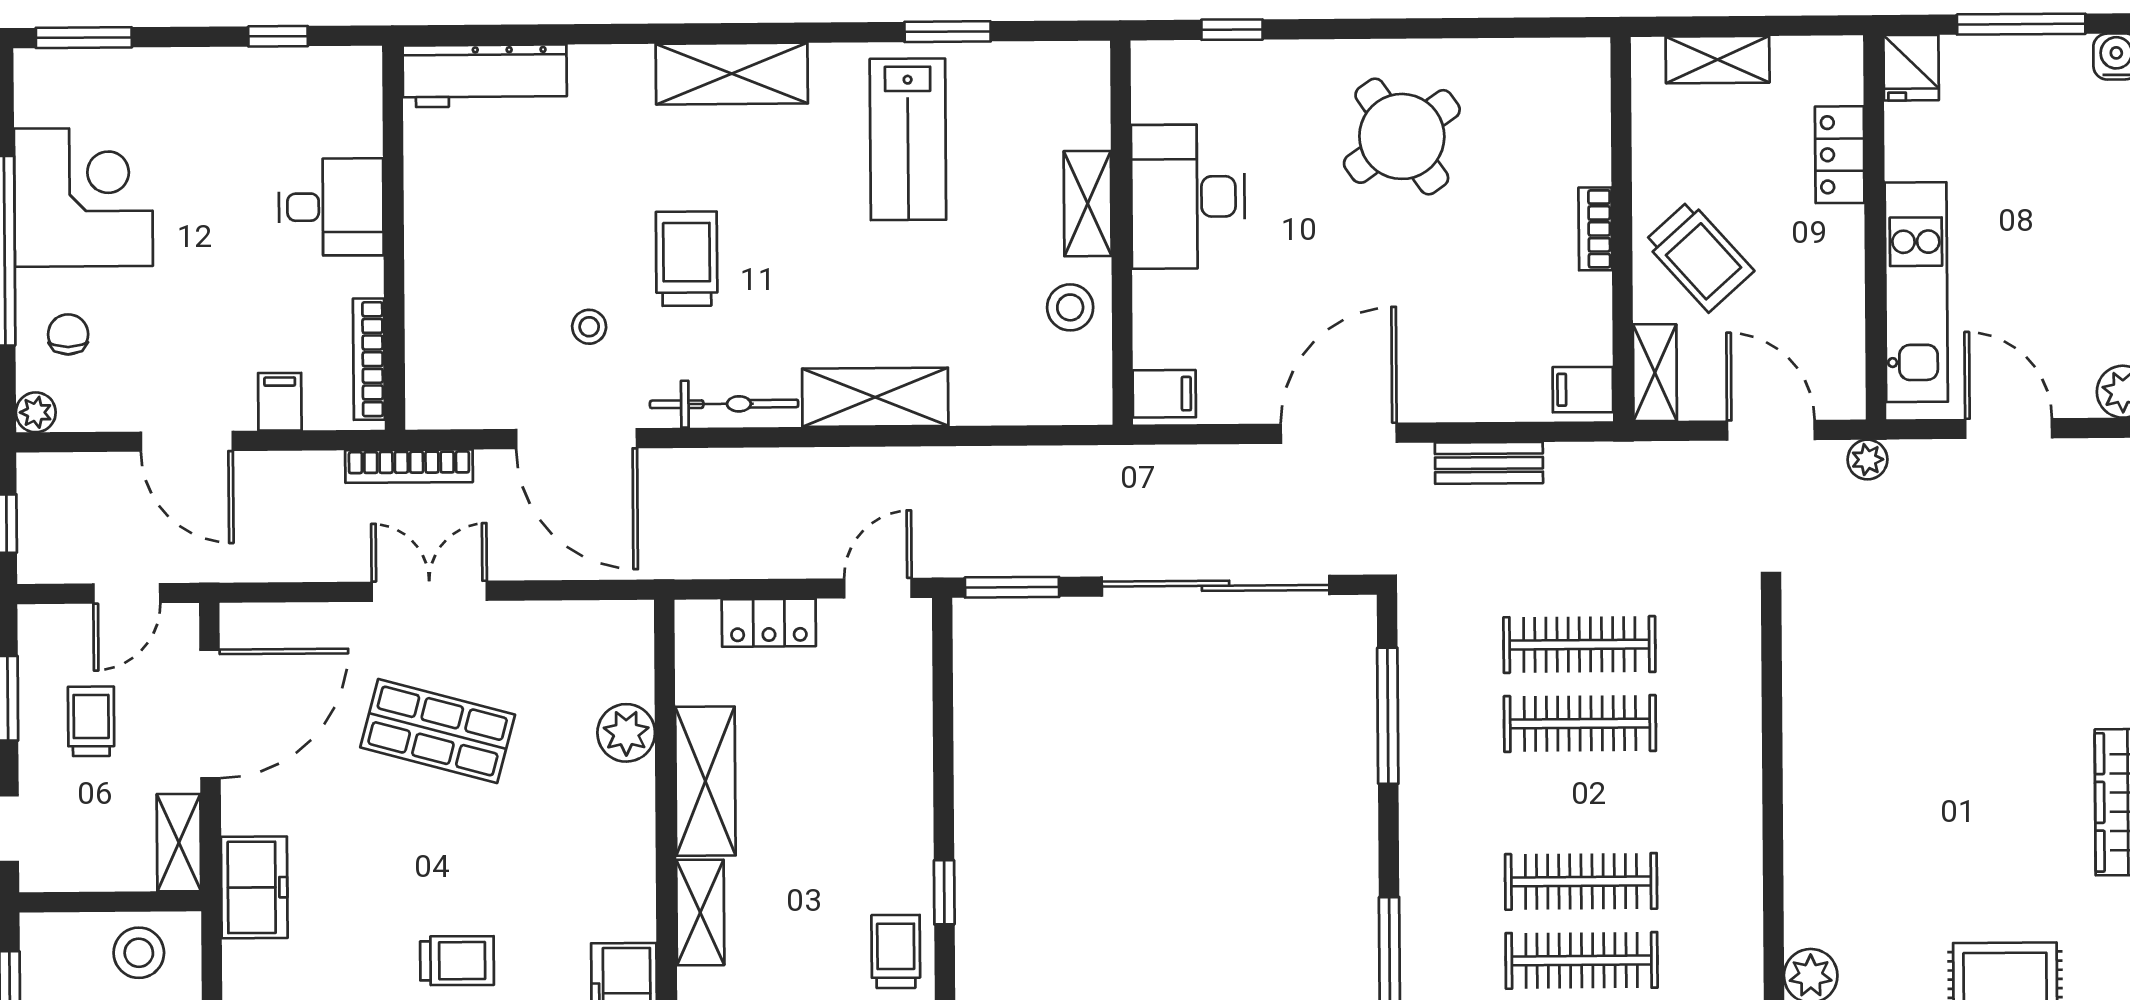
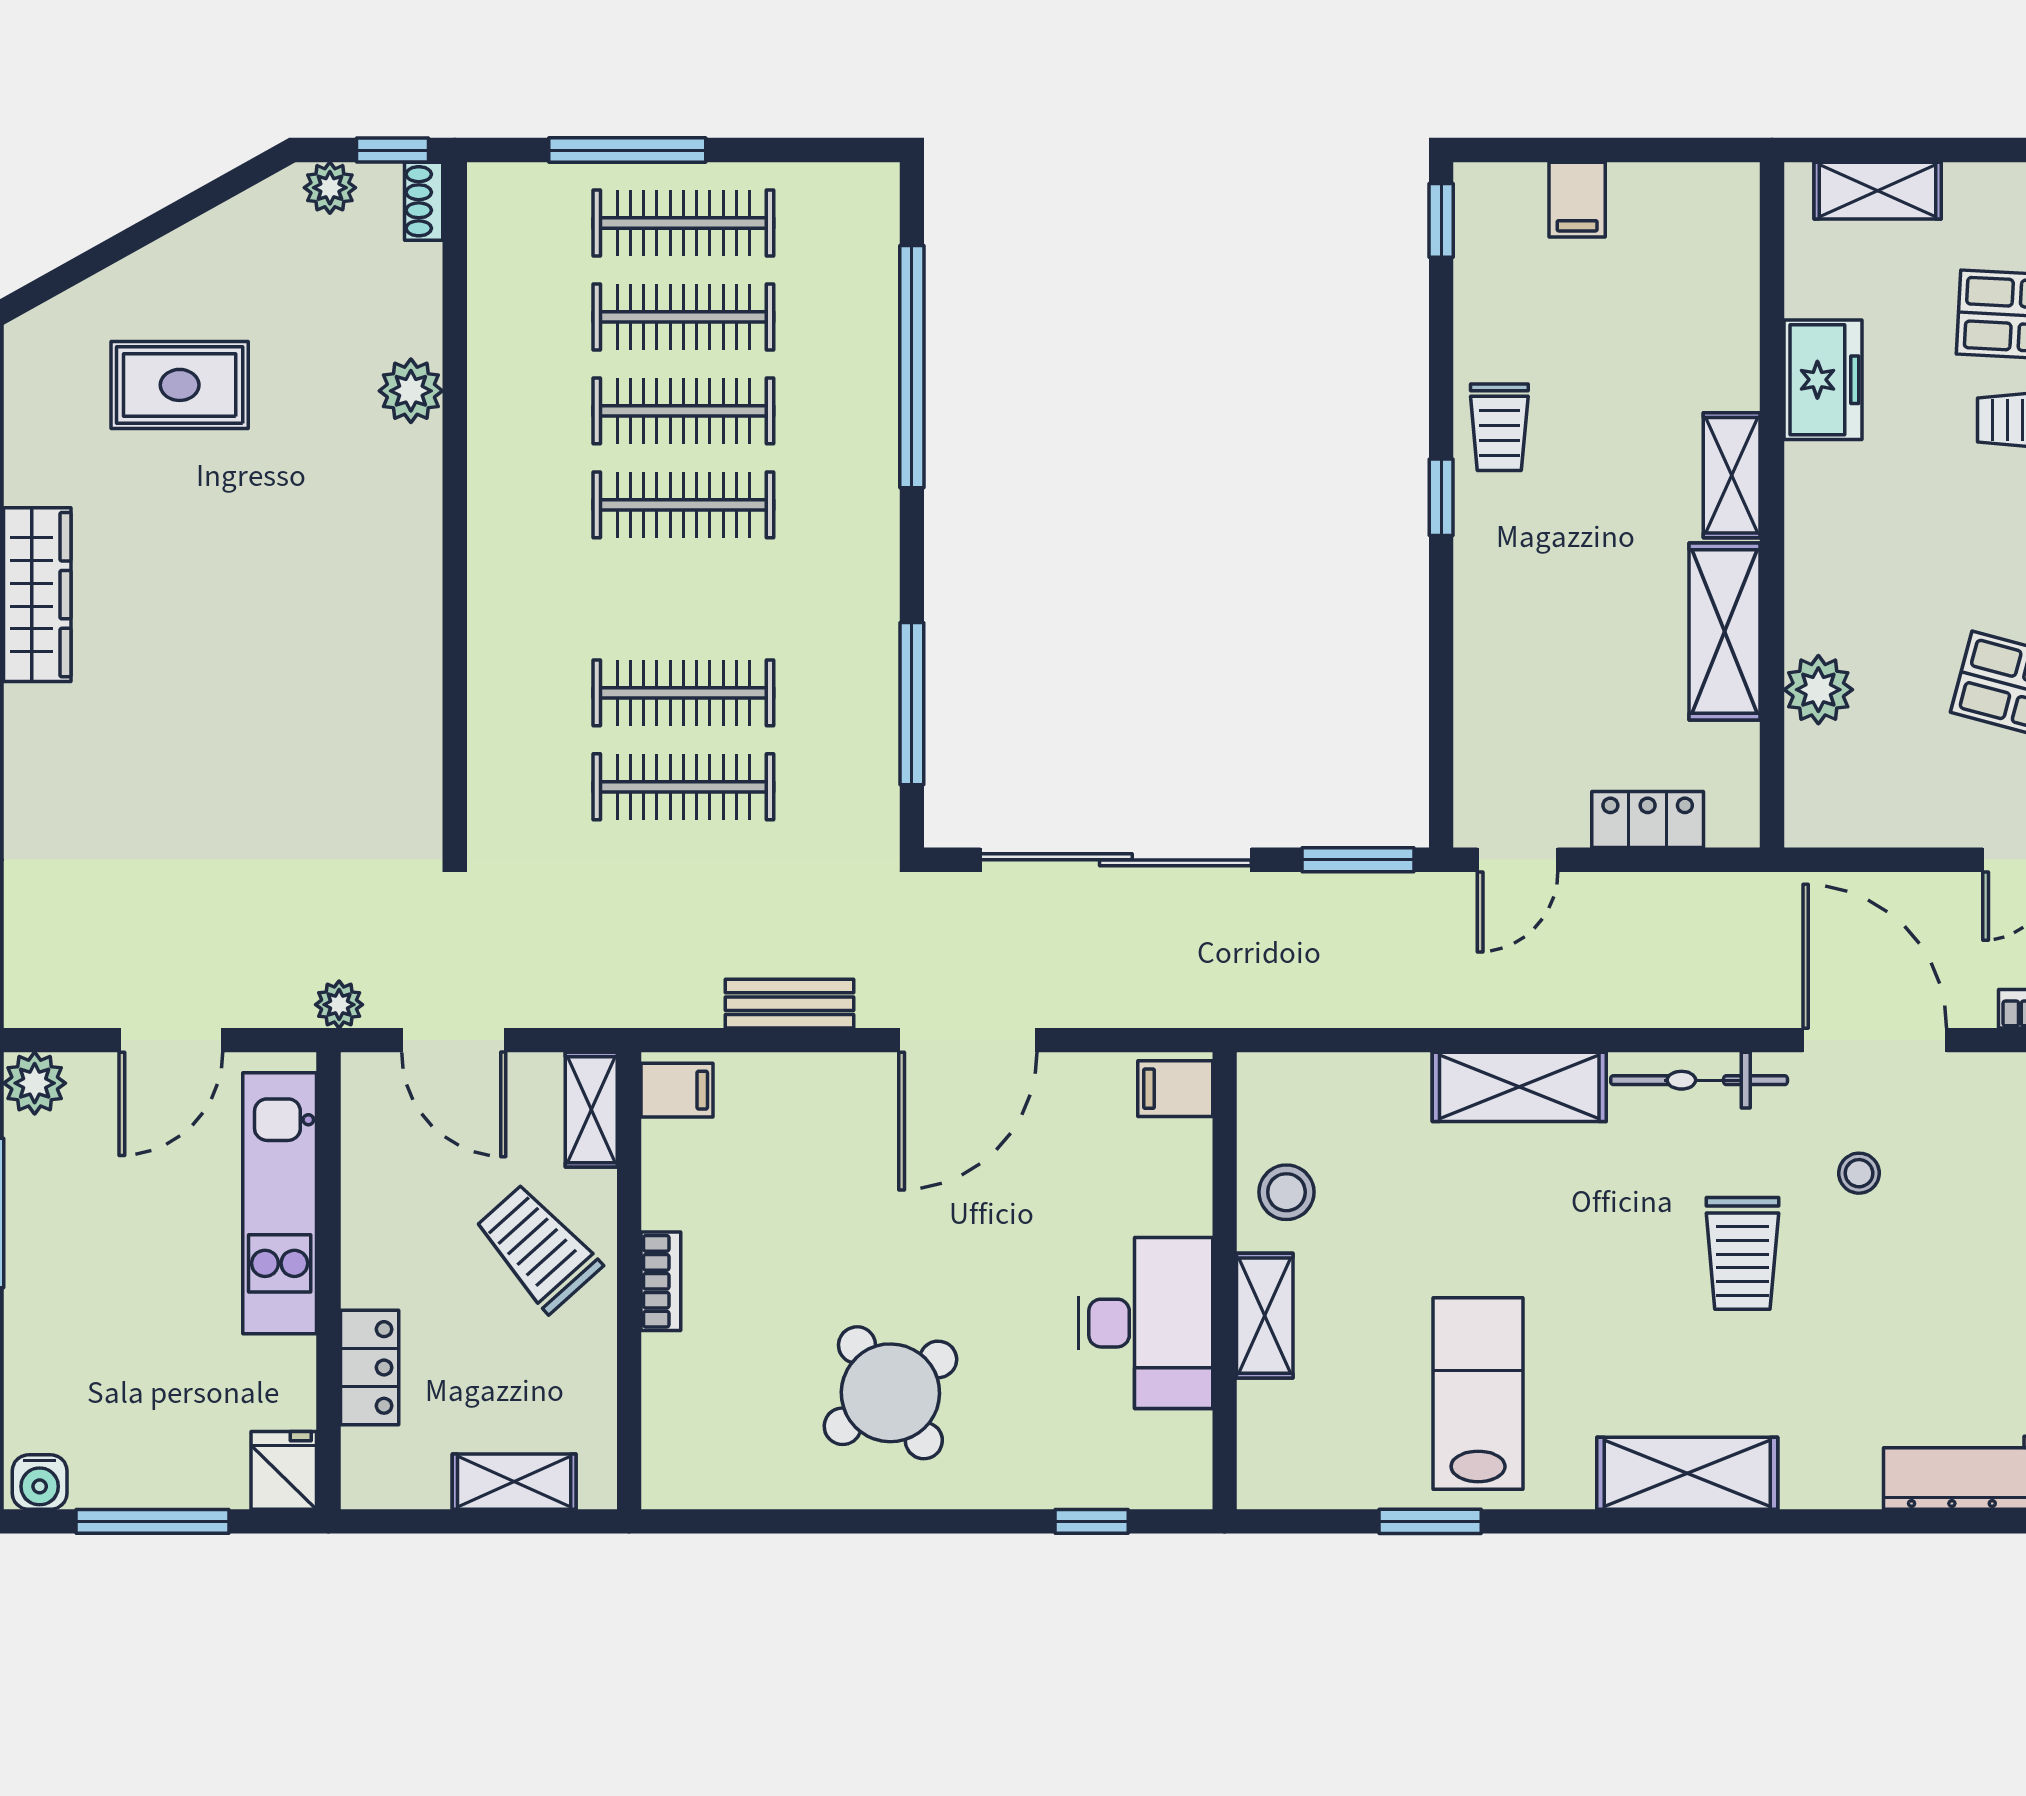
door: (2009, 429) -> (171, 1040), hinge flipped

